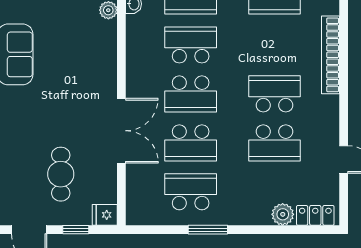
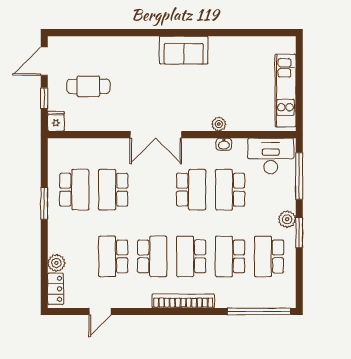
school desk: (191, 94) -> (191, 256), moved
double door: (121, 131) -> (156, 135), moved

